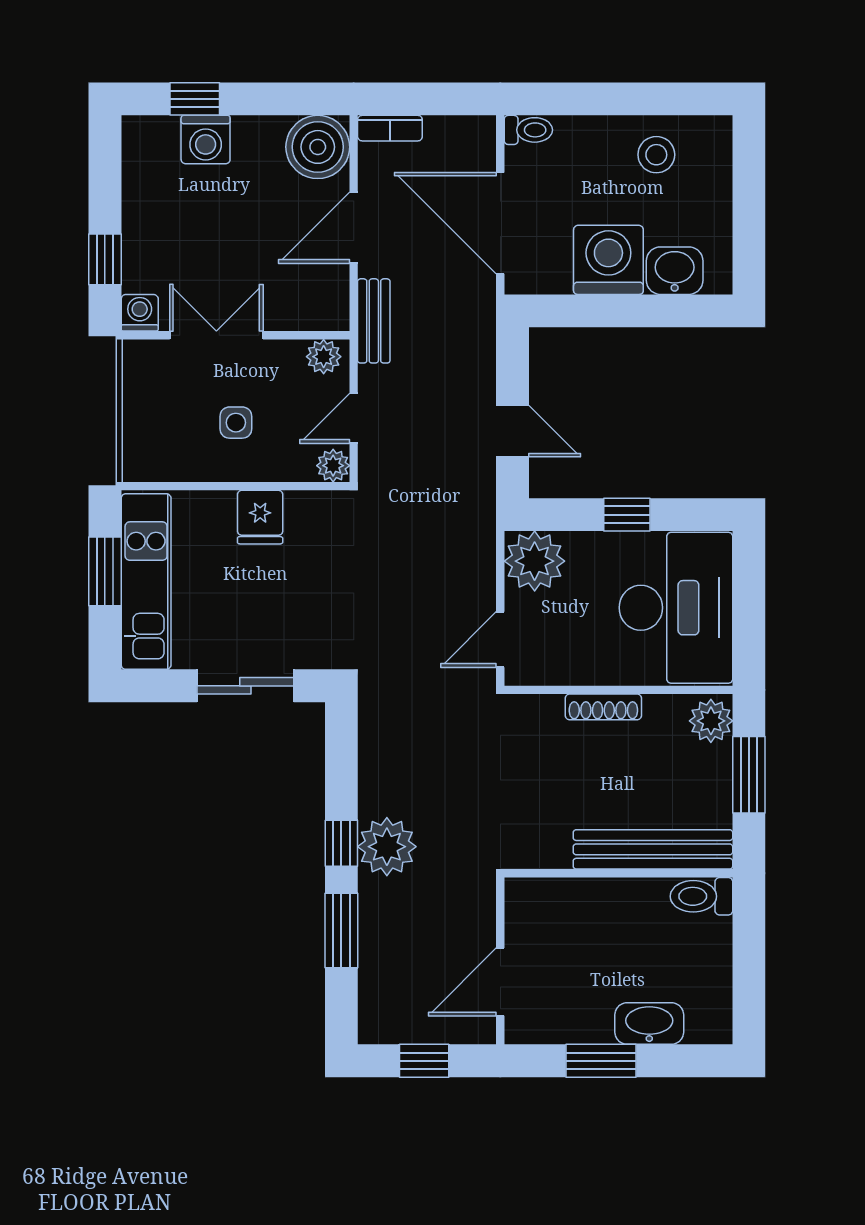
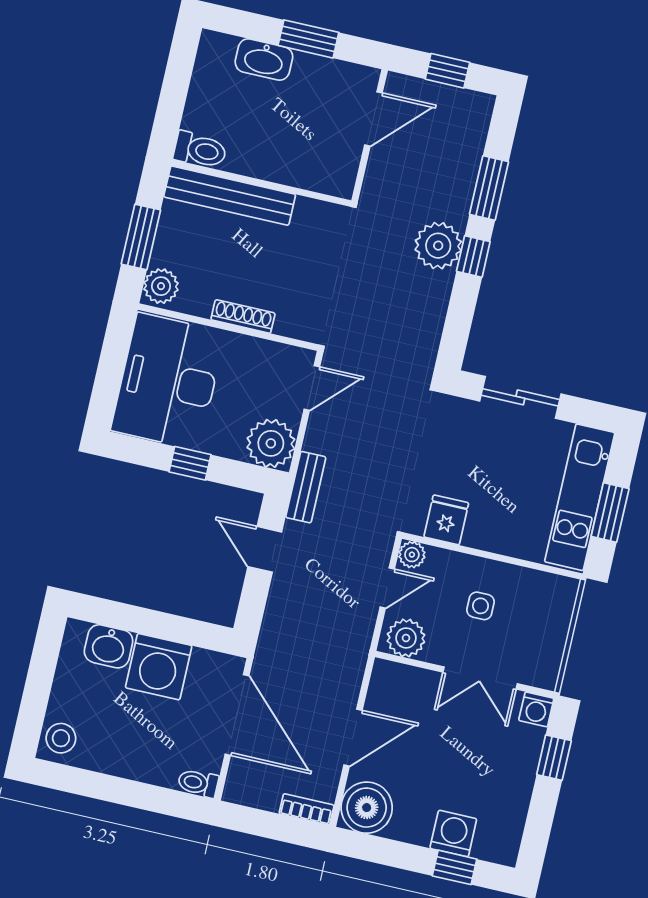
stool: (656, 155) -> (61, 738), moved
bench: (374, 321) -> (306, 487), moved
plant: (324, 357) -> (406, 638), width x1.38, depth x1.38
fridge: (260, 517) -> (446, 520), moved

